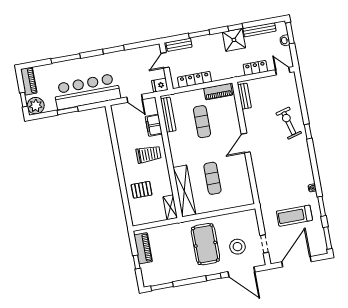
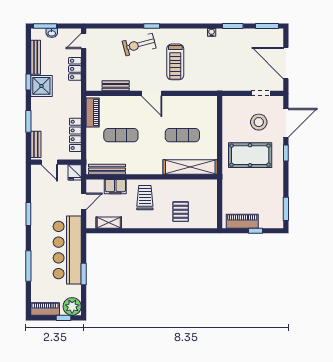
bench: (244, 96) -> (116, 86), moved
shelving: (170, 207) -> (109, 223), moved
treadmill: (294, 216) -> (175, 62), moved

